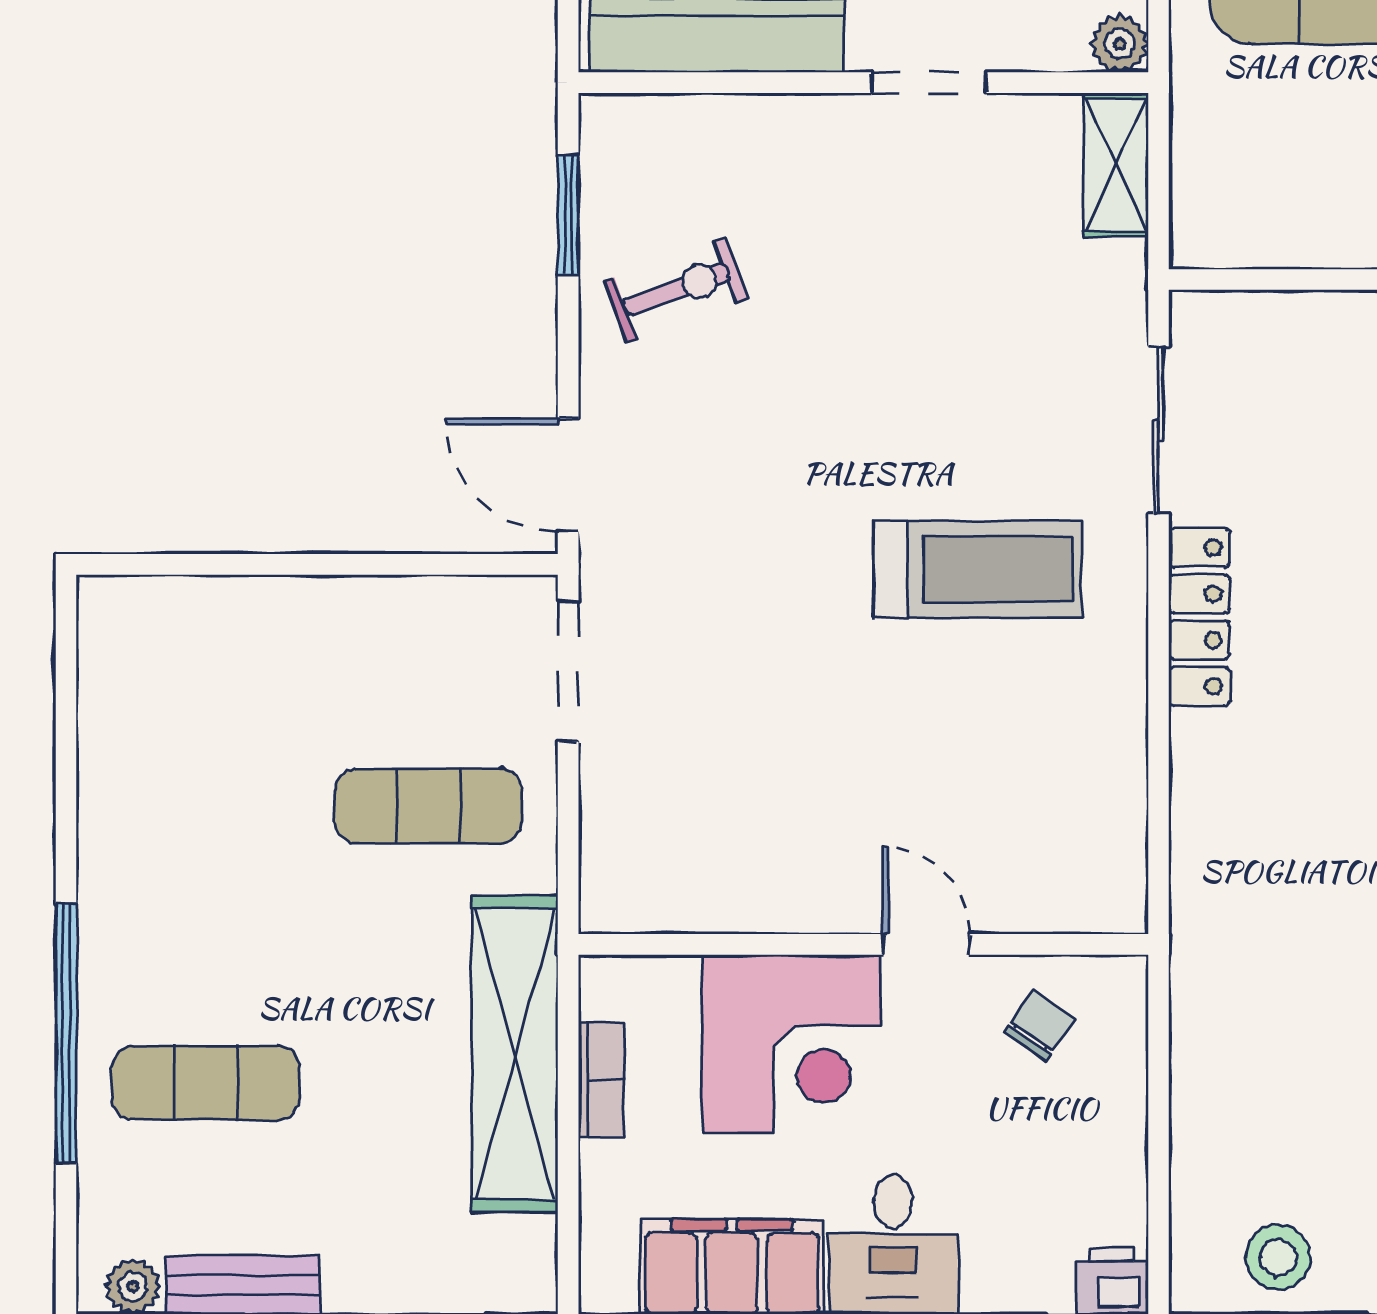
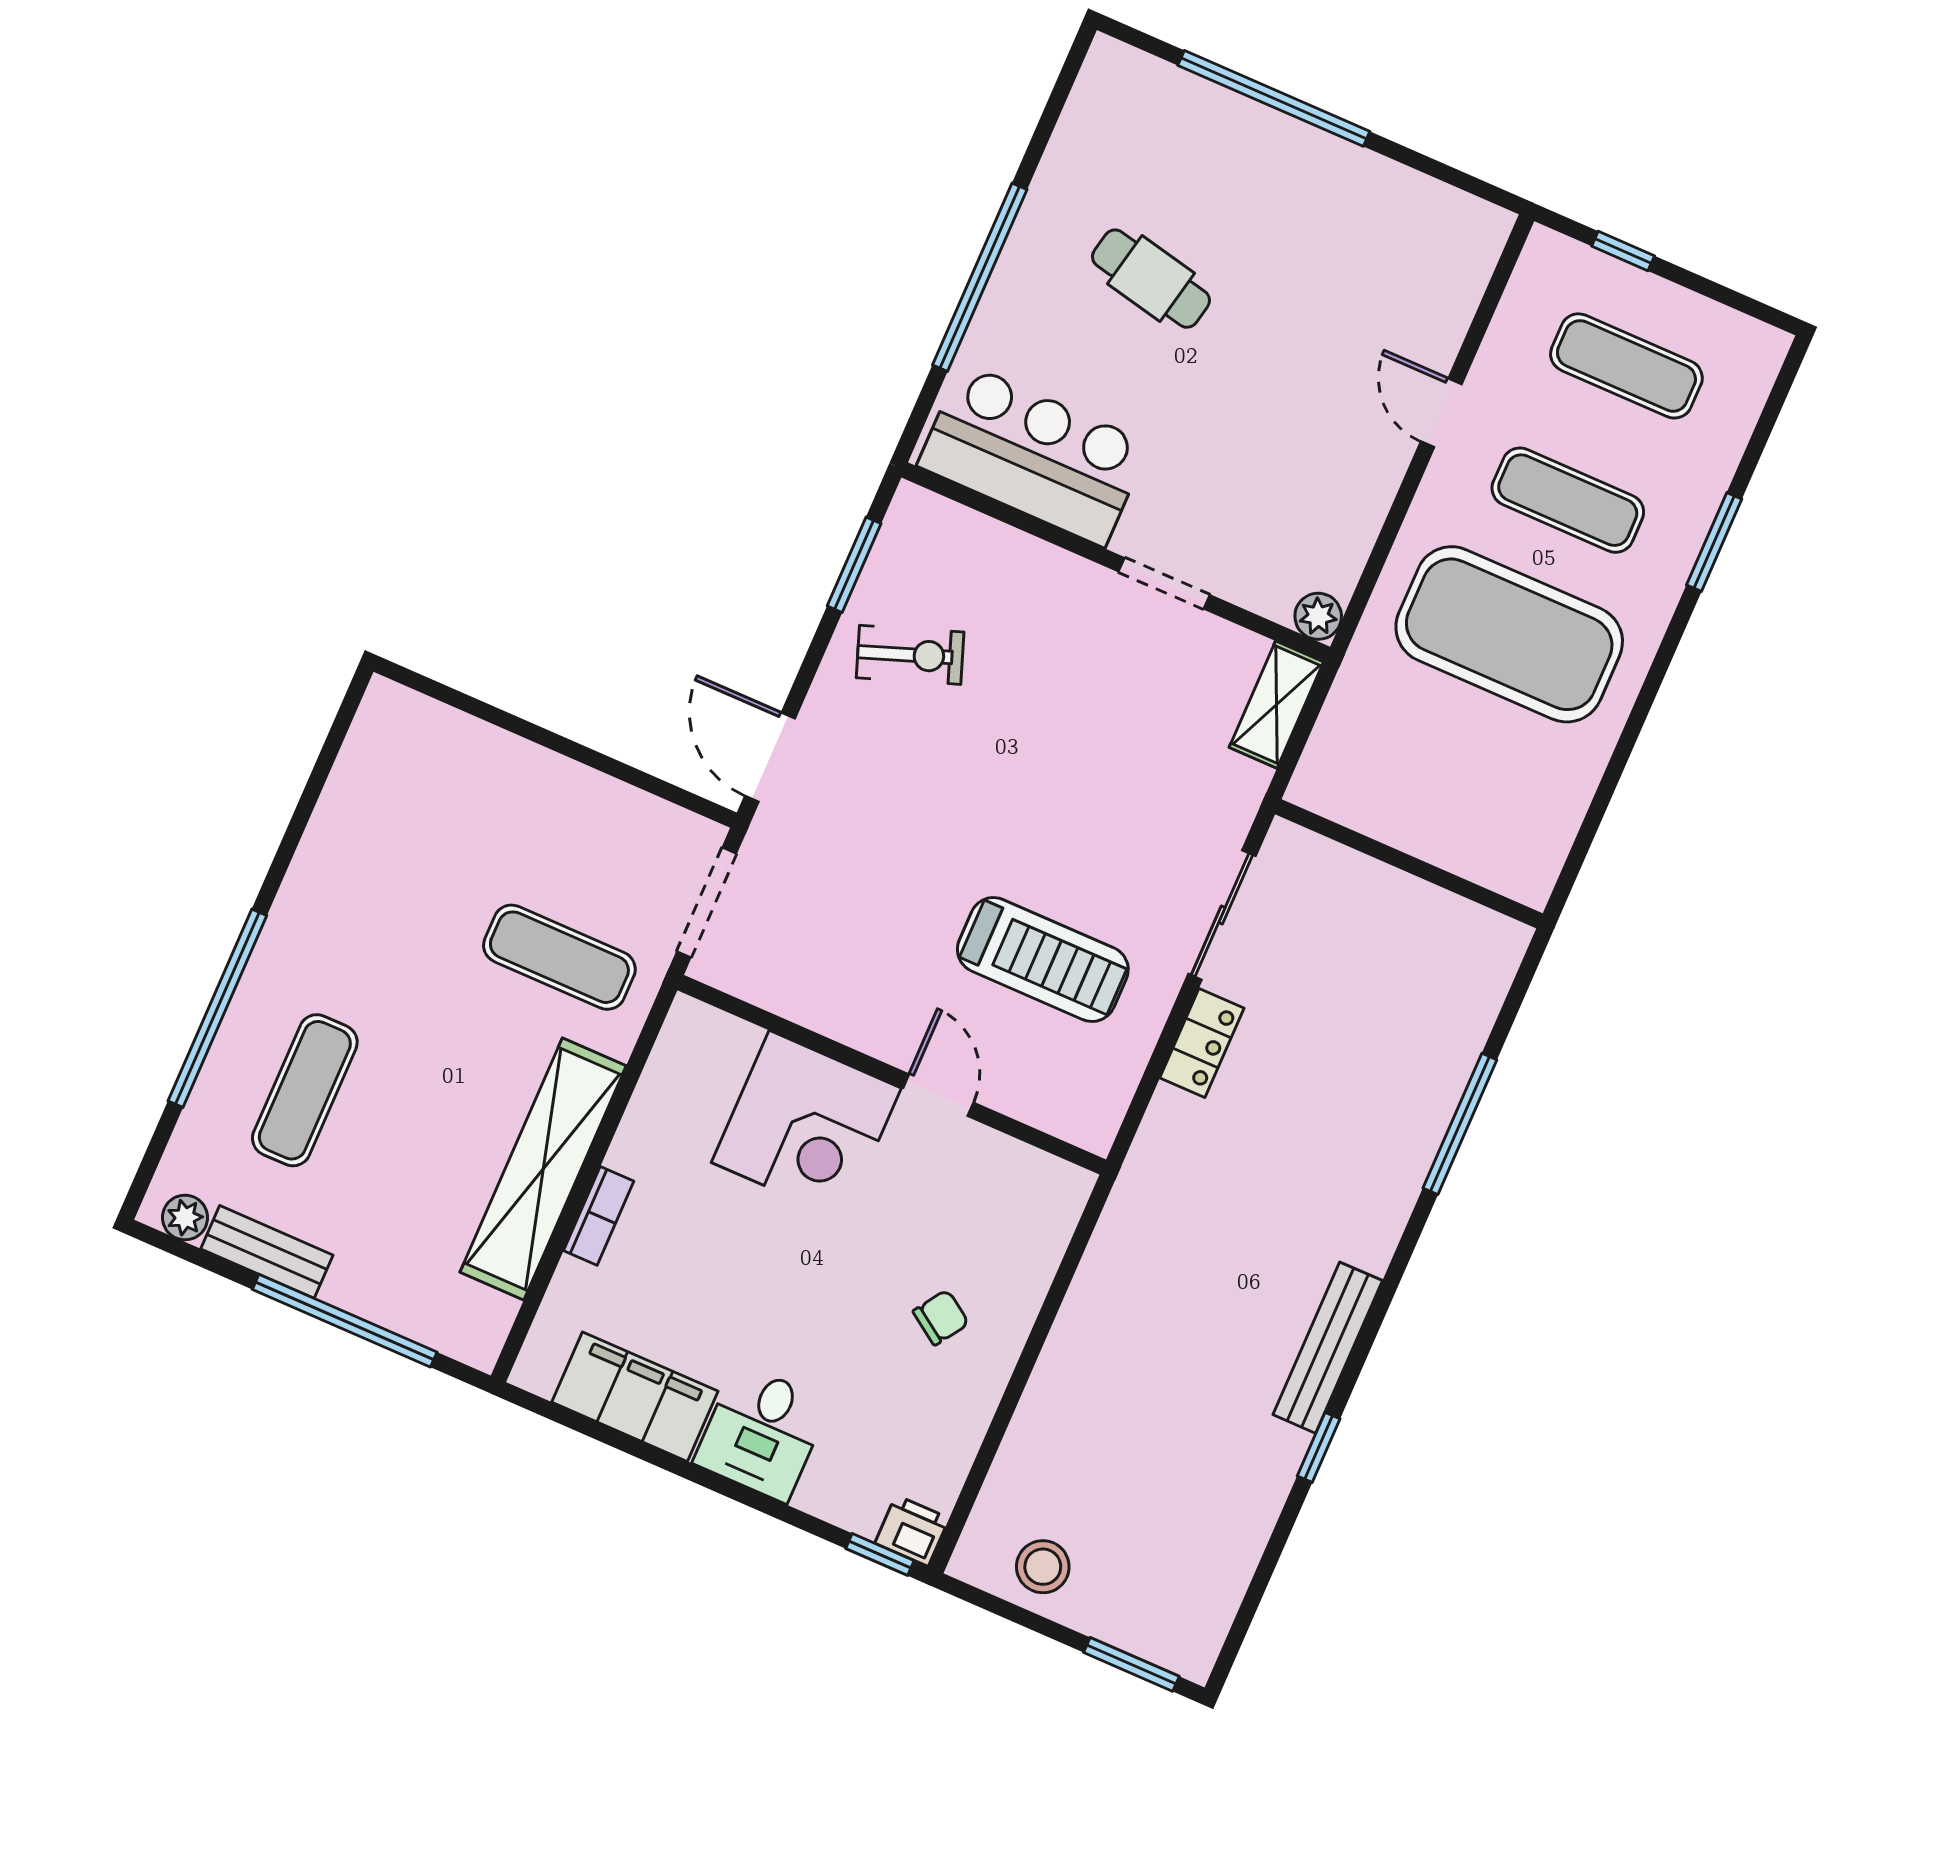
locker: (1199, 617) -> (1202, 1043), width x0.66
wall: (863, 944) -> (892, 1075), moved
door: (926, 944) -> (938, 1095), moved
corner desk: (792, 1044) -> (806, 1125), moved
exercise mat: (206, 1083) -> (305, 1090), turned 90

